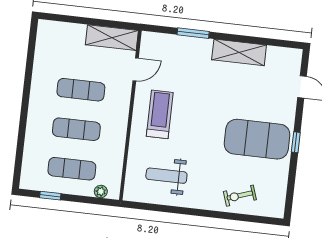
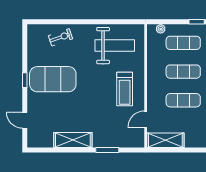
weight bench: (166, 176) -> (115, 46), width x1.36, depth x1.33

